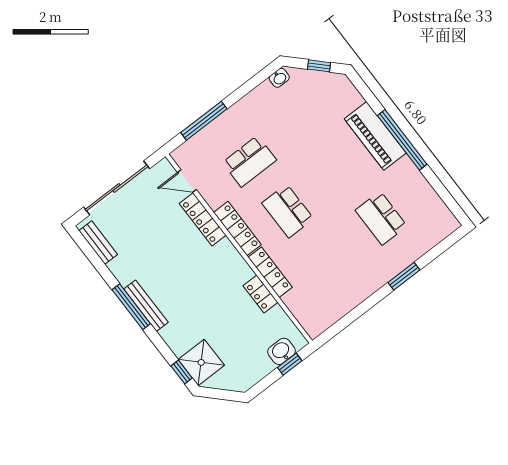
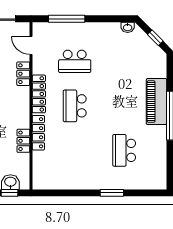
locker: (203, 219) -> (23, 74), width x0.66

